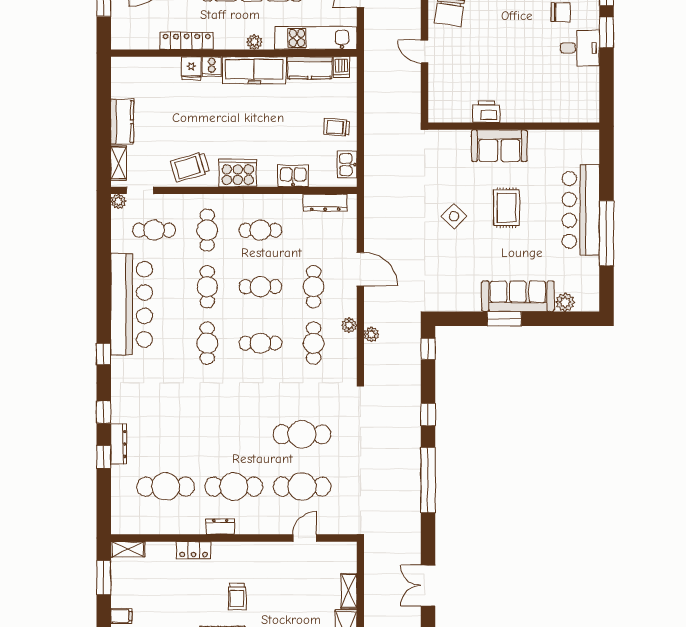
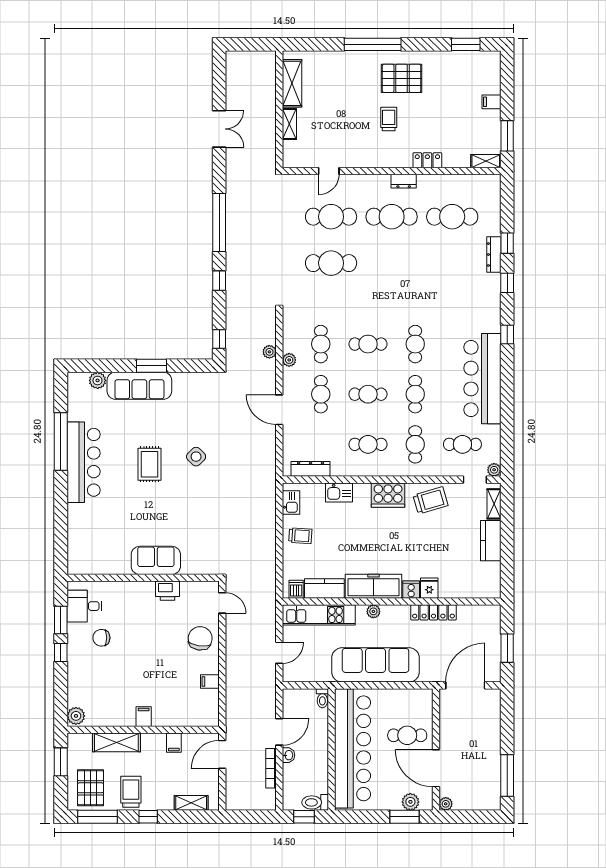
printer: (486, 112) -> (168, 591), moved
wall: (514, 126) -> (143, 578), moved
sofa: (499, 146) -> (156, 560), moved

